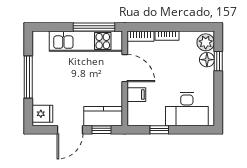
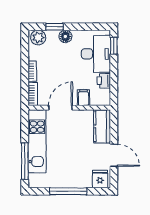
window: (94, 27) -> (25, 161), moved
floor lamp: (207, 60) -> (65, 36), moved
printer: (156, 118) -> (104, 81), added
window: (102, 130) -> (114, 128), removed
window: (159, 130) -> (114, 46), moved

